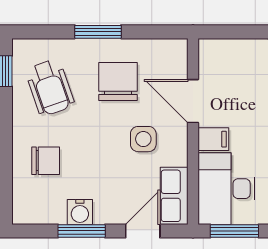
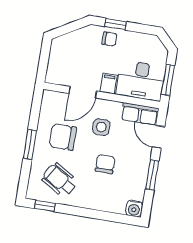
wheelchair: (50, 88) -> (60, 180), turned -130
chair: (46, 161) -> (105, 164), moved
water cooler: (80, 212) -> (134, 209), moved, turned 90

